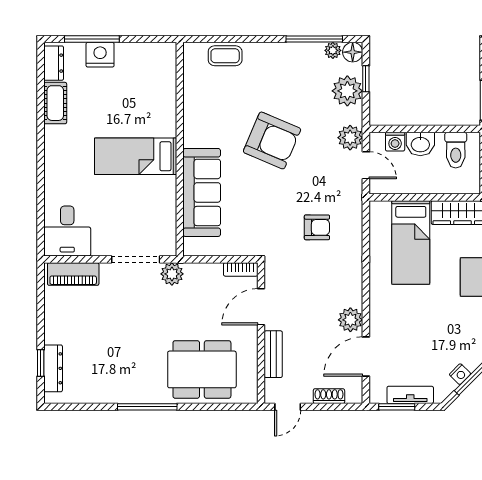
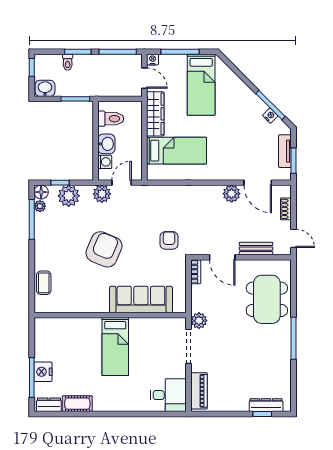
armchair: (317, 227) -> (169, 240), moved

